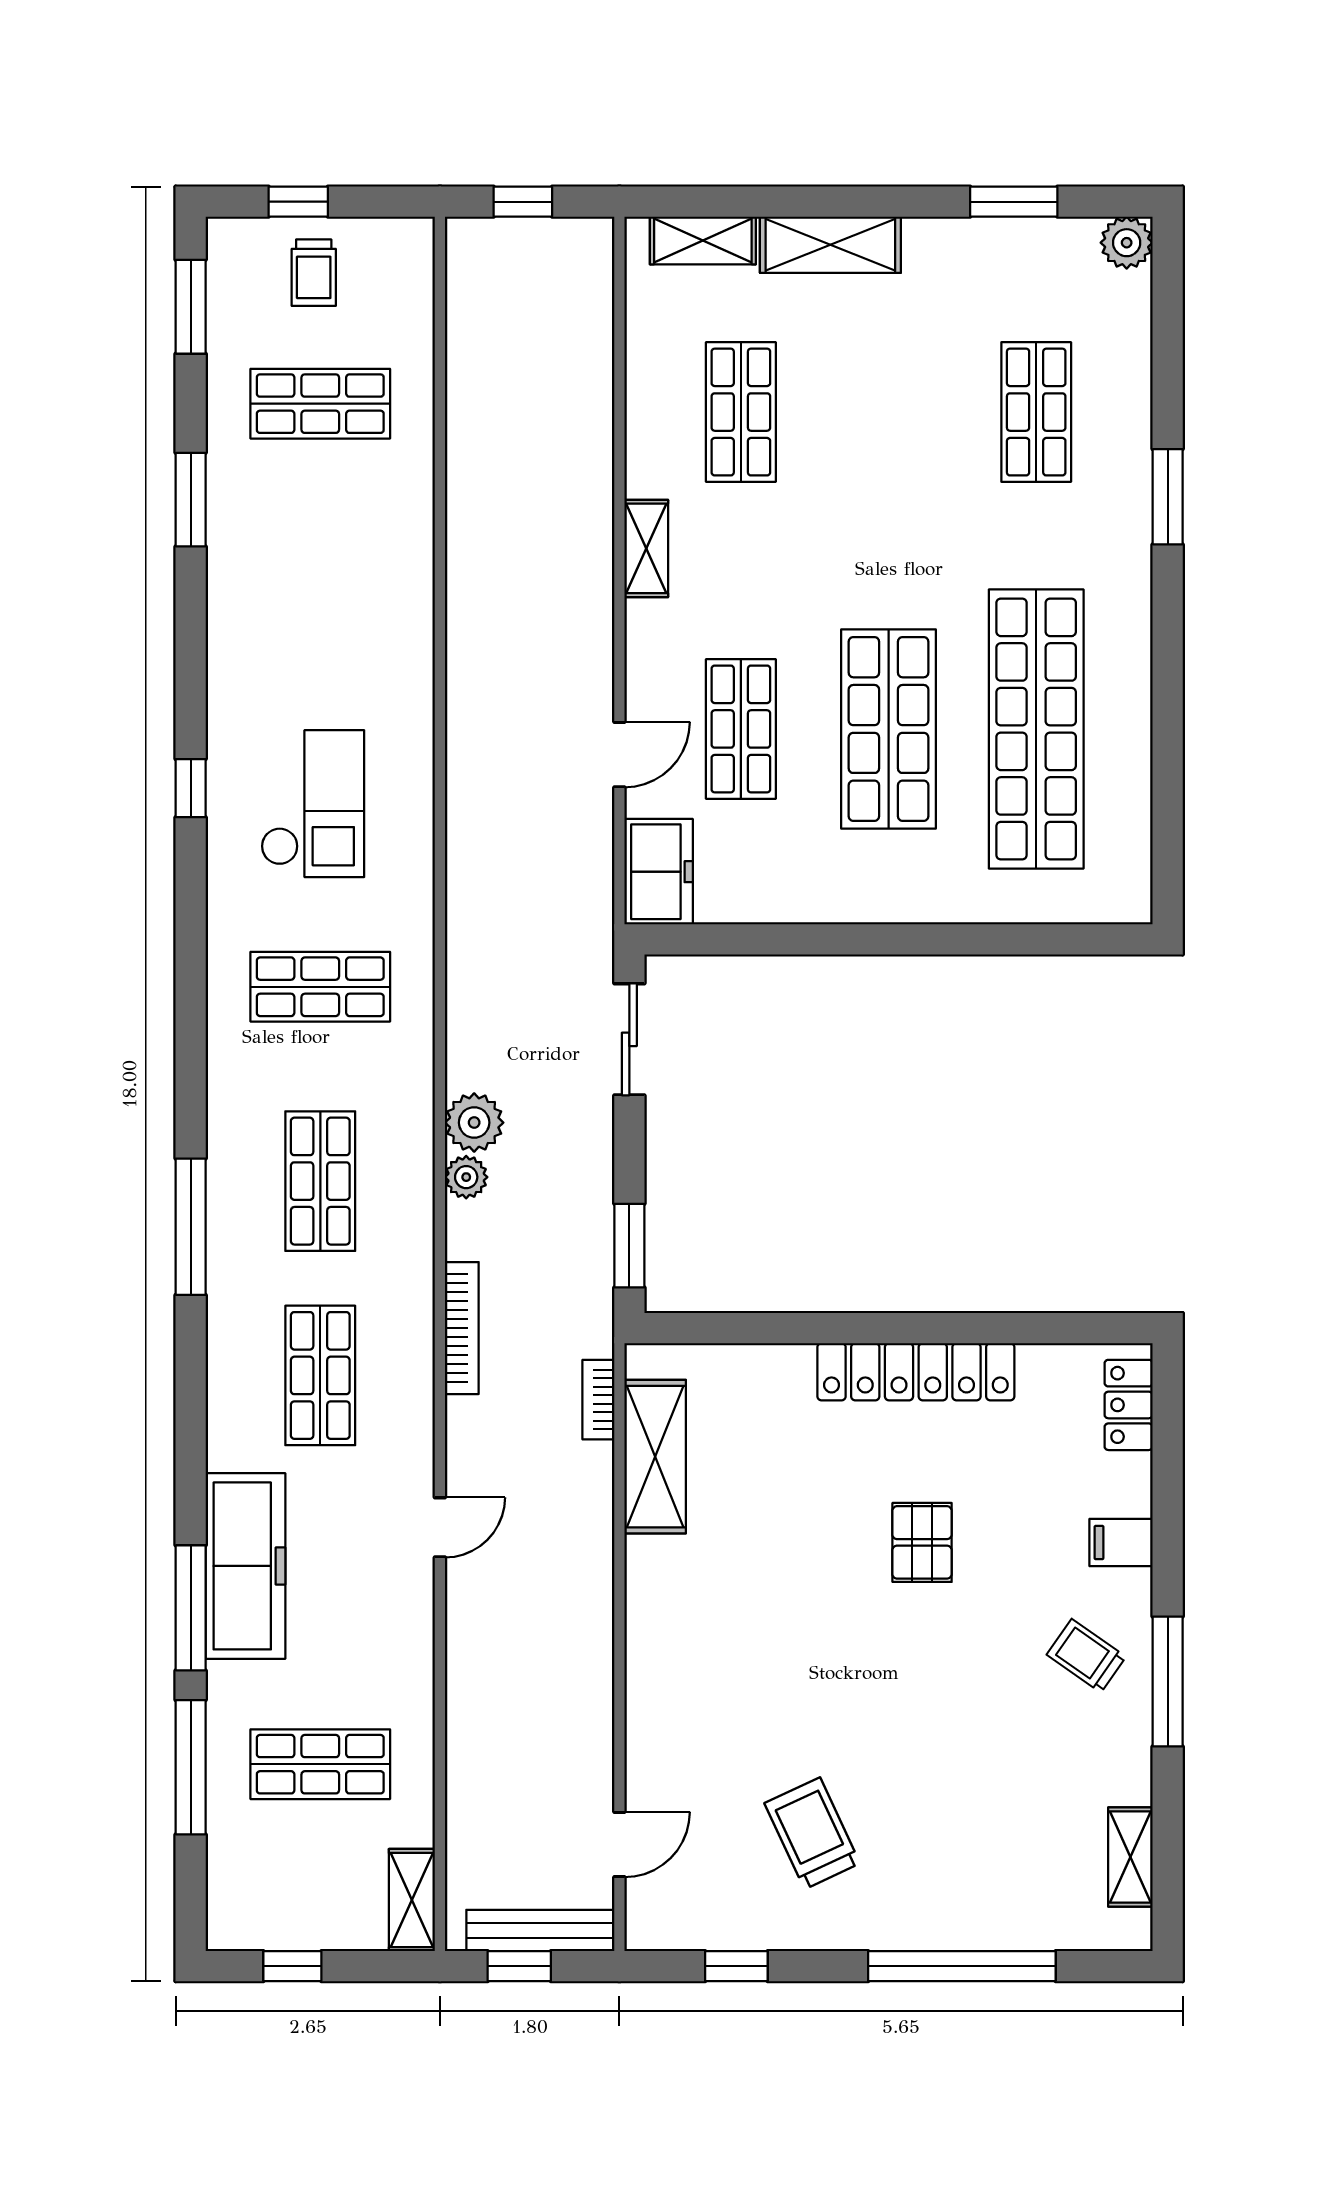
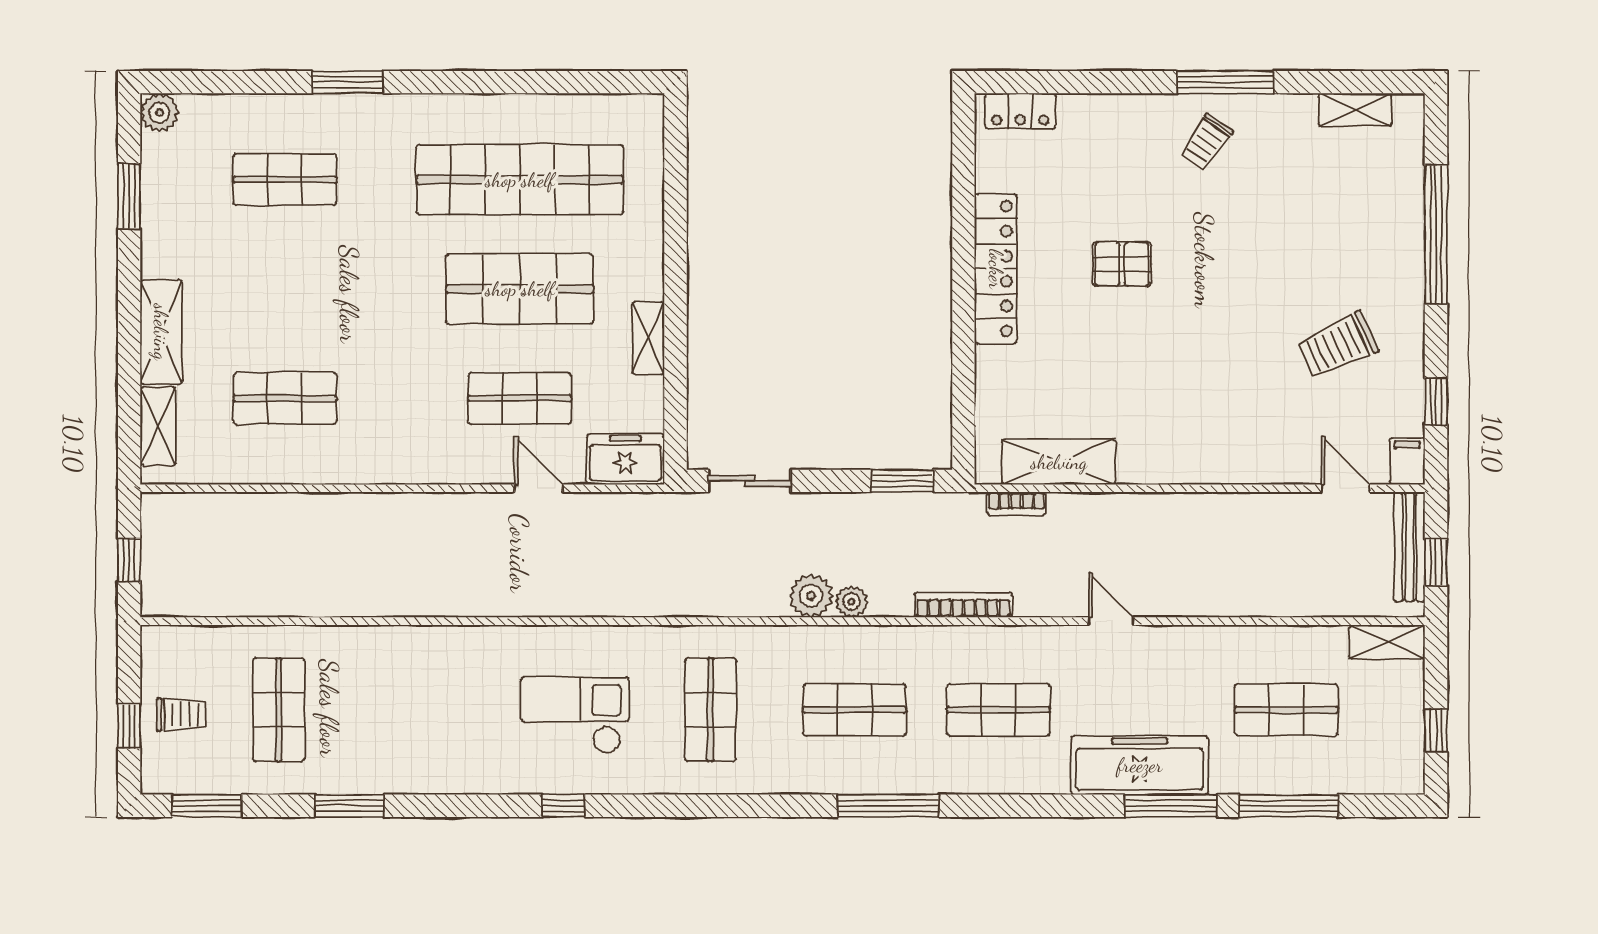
shelving: (646, 548) -> (648, 338), moved, turned 90
filing cabinet: (1121, 1542) -> (1407, 461), moved, turned 180
shop shelf: (320, 1764) -> (1286, 710), turned 90

